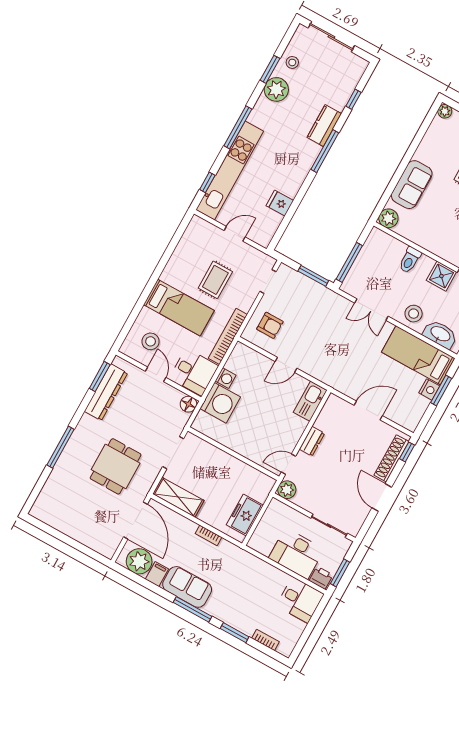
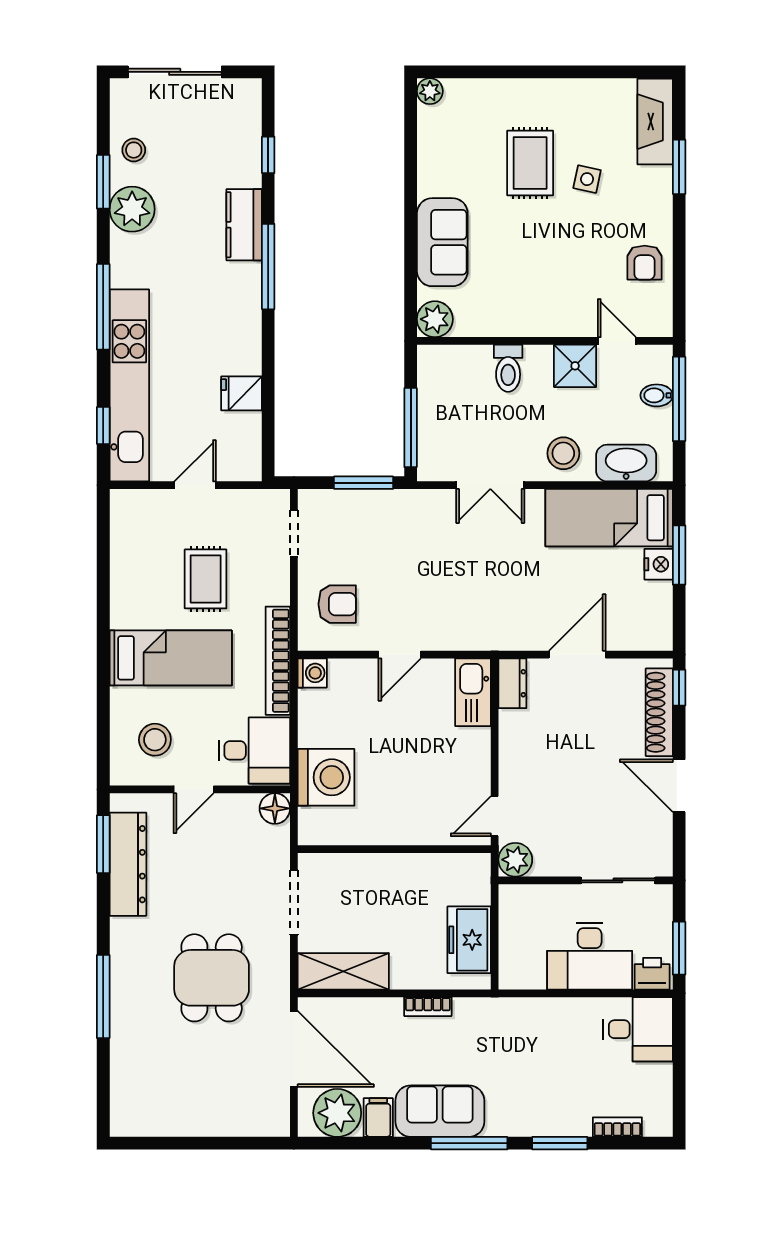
door: (156, 374) -> (194, 789), swing flipped
washing machine: (226, 378) -> (312, 673), moved
dresser: (312, 441) -> (512, 683), moved

